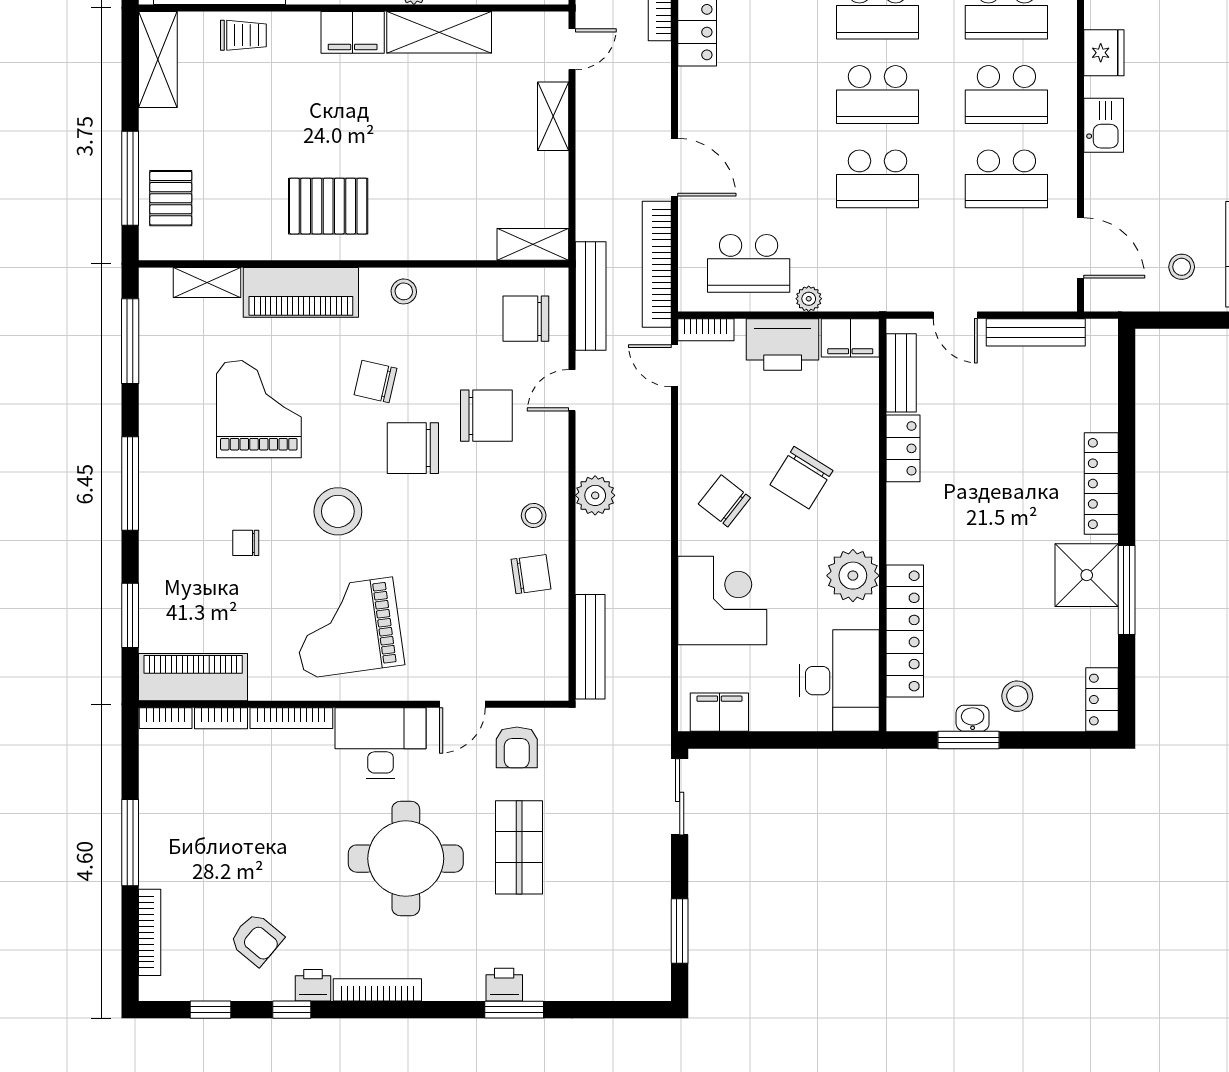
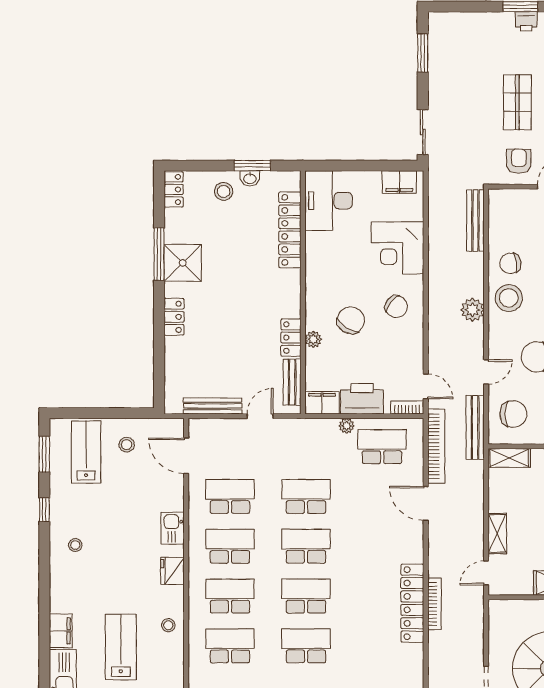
door: (955, 315) -> (260, 416), hinge flipped
locker: (1101, 484) -> (174, 317), width x0.66
stool: (534, 515) -> (509, 298), width x1.89, depth x1.89
plant: (853, 576) -> (313, 339), moved, width x0.53, depth x0.53

